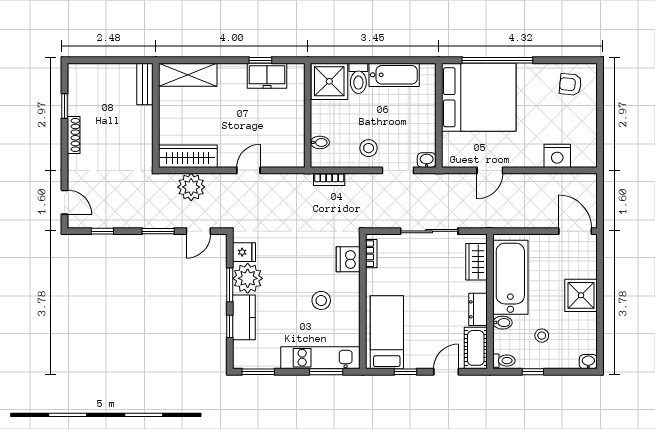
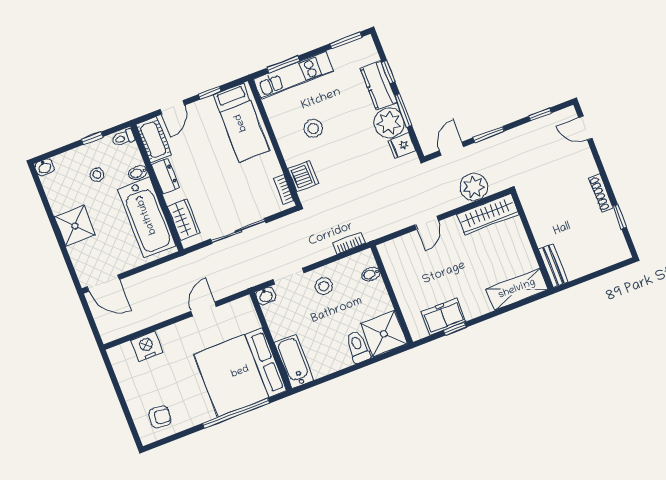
bathtub: (394, 75) -> (294, 361), moved, turned 90

